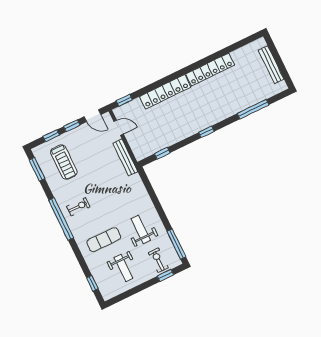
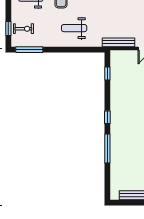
window: (253, 109) -> (107, 148), moved
weight bench: (141, 229) -> (74, 28), moved, turned 180

